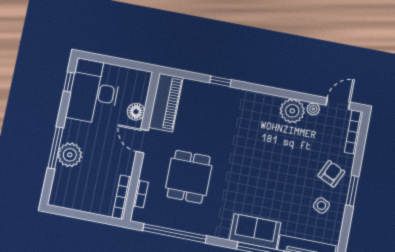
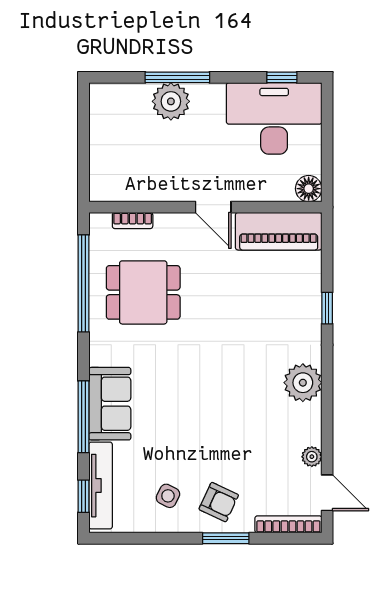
plant: (292, 111) -> (303, 383), moved
floor lamp: (136, 112) -> (309, 189), moved
door: (142, 141) -> (213, 207), swing flipped
dining table: (189, 177) -> (143, 292), moved
window: (352, 191) -> (226, 538), moved
bookcase: (122, 197) -> (122, 193), removed

